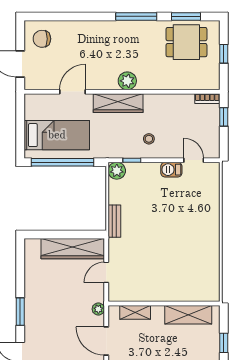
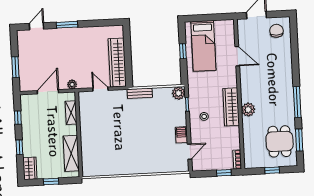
plant: (127, 81) -> (248, 110), moved
wardrobe: (118, 103) -> (231, 107), moved
window: (62, 162) -> (183, 51), width x0.32

